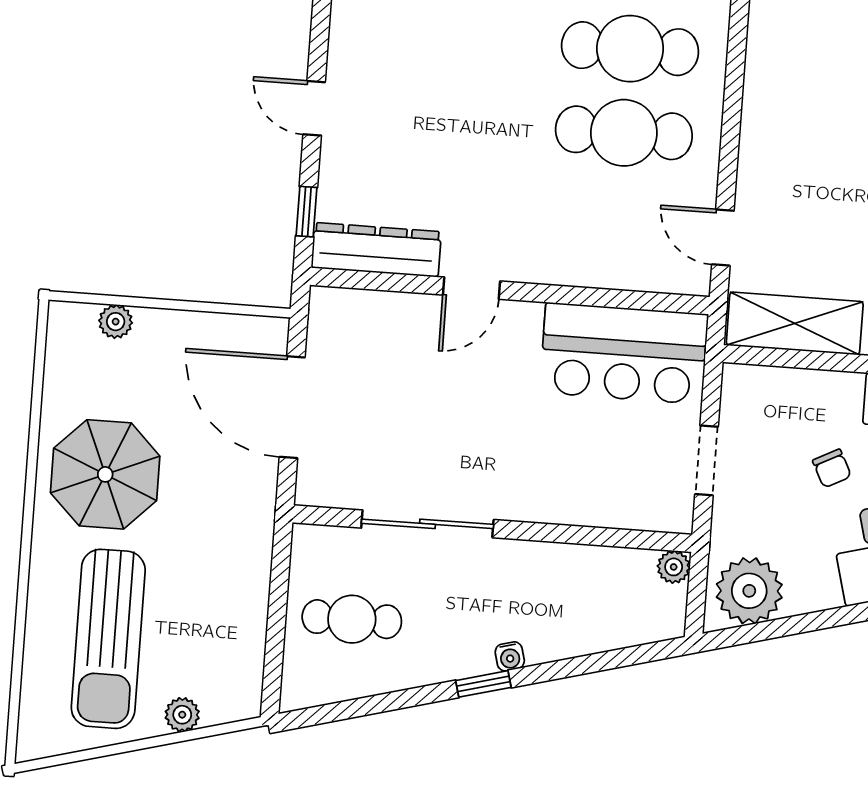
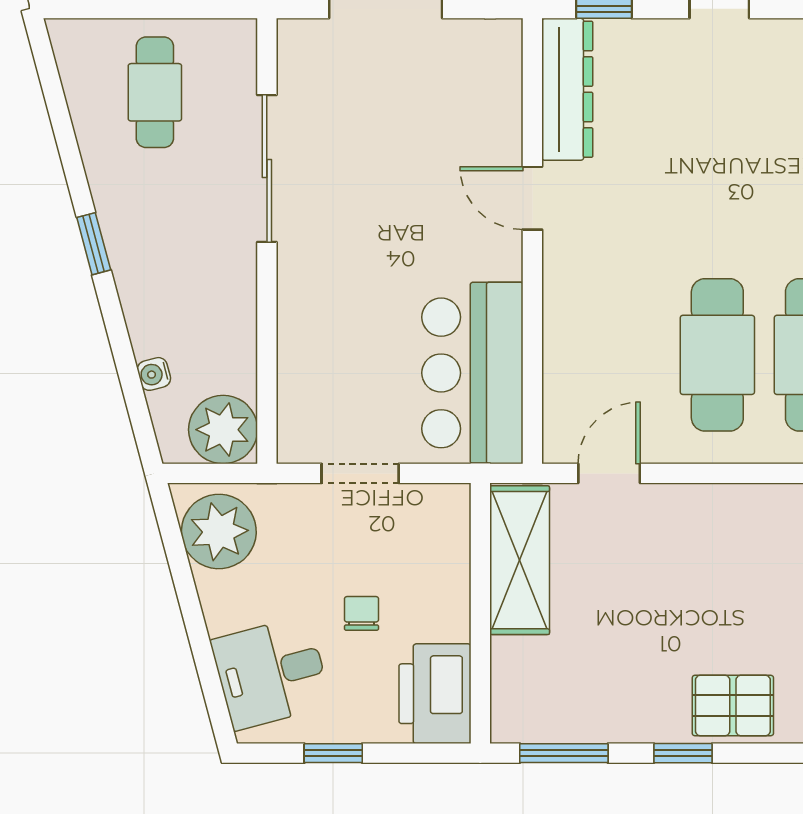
chair: (832, 468) -> (361, 613), turned 117
plant: (674, 567) -> (223, 430), width x1.87, depth x1.87
water cooler: (510, 656) -> (154, 374), moved

